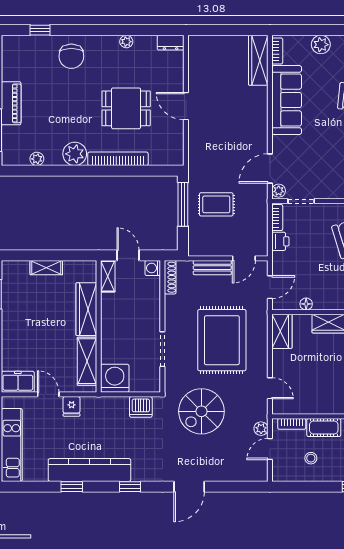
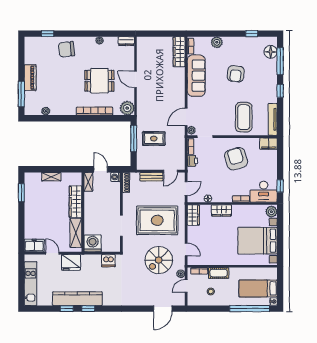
chair: (71, 56) -> (66, 49), turned 84
plant: (75, 154) -> (127, 108), moved
rug: (222, 340) -> (157, 220), turned 90
fridge: (72, 406) -> (71, 262), width x1.88, depth x1.34
spiral stairs: (201, 411) -> (159, 260), moved
window: (130, 487) -> (88, 309), moved
door: (189, 487) -> (163, 309), moved

